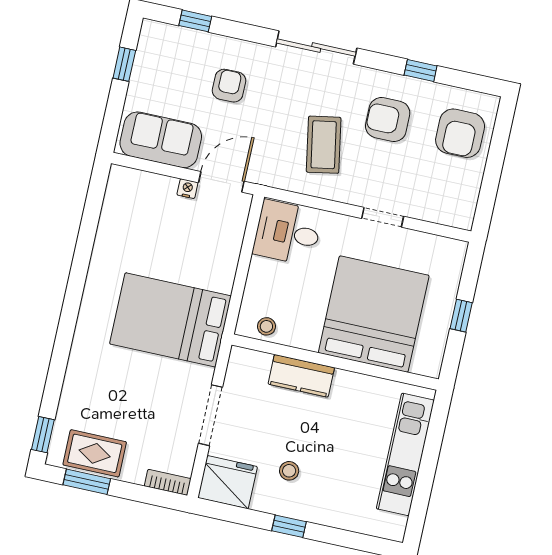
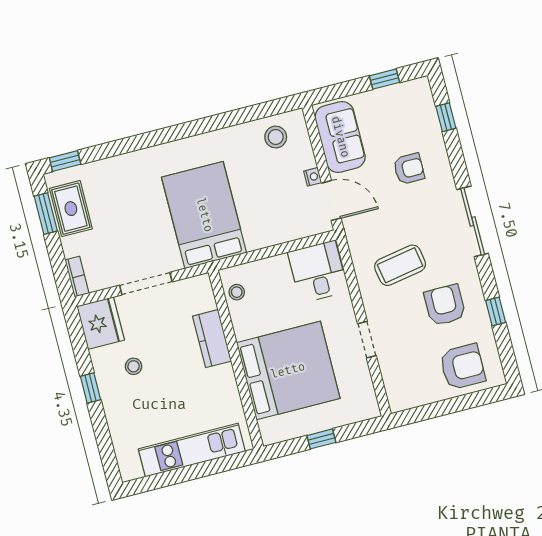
armchair: (460, 133) -> (463, 367), turned 180
stool: (127, 206) -> (276, 137), added

